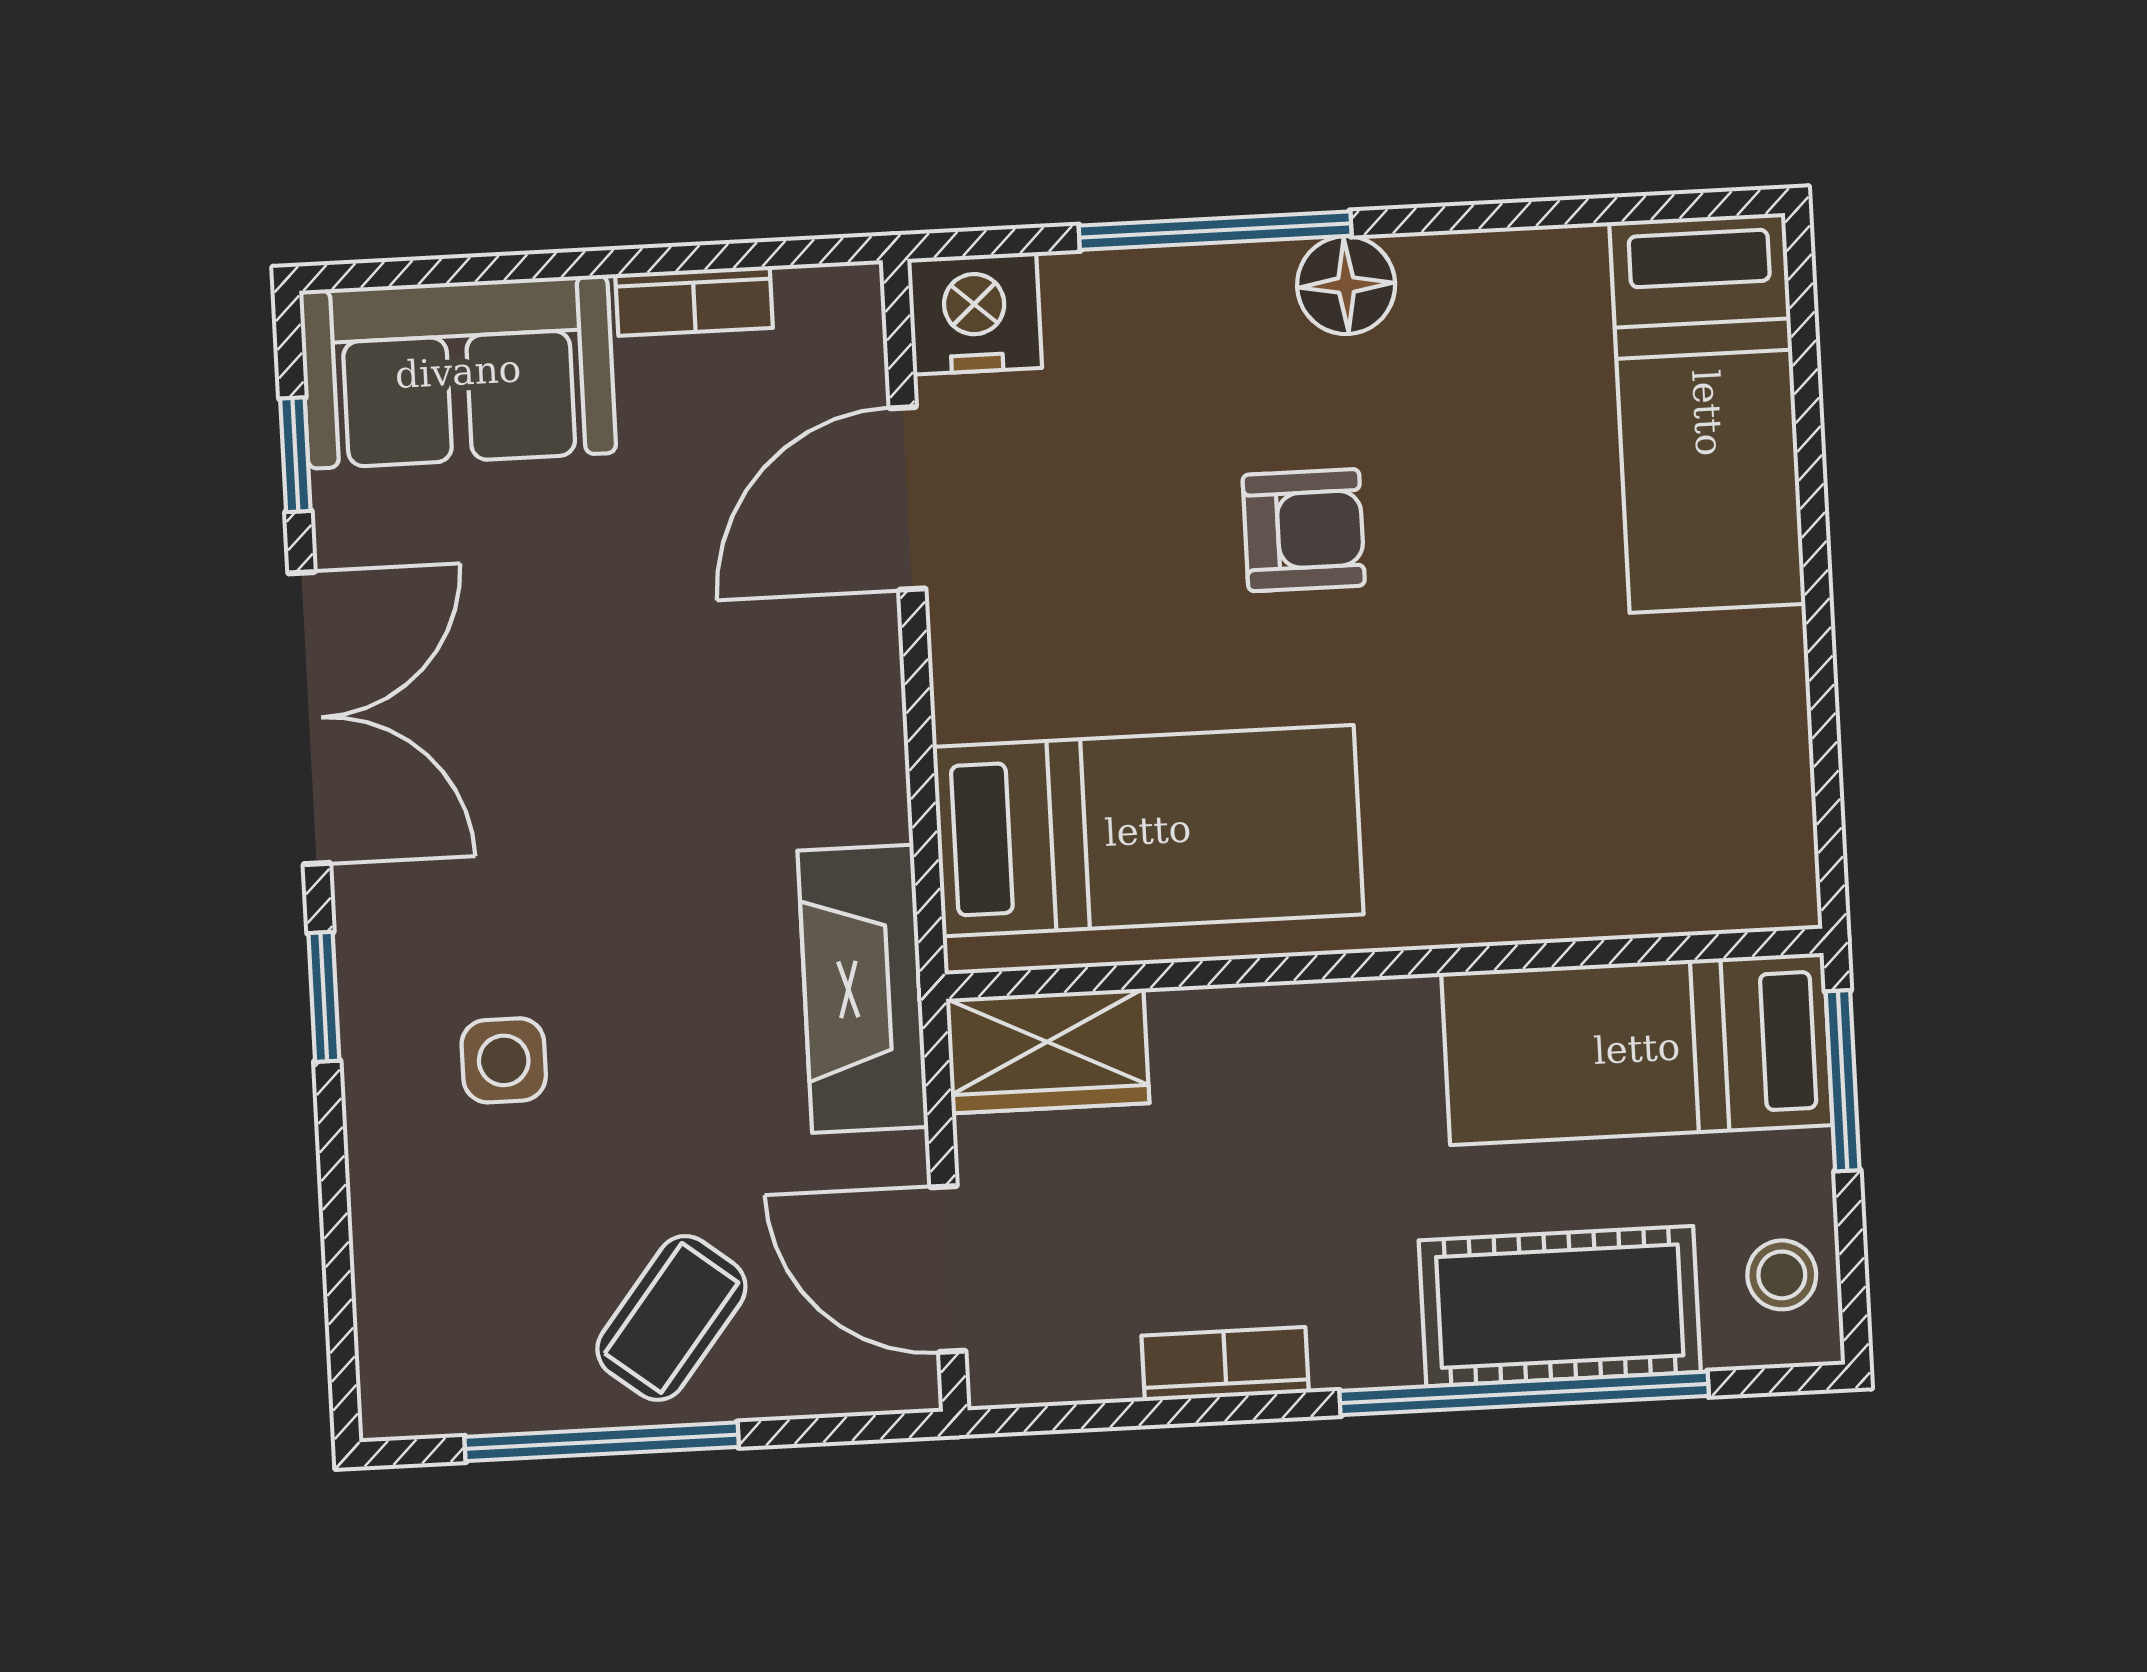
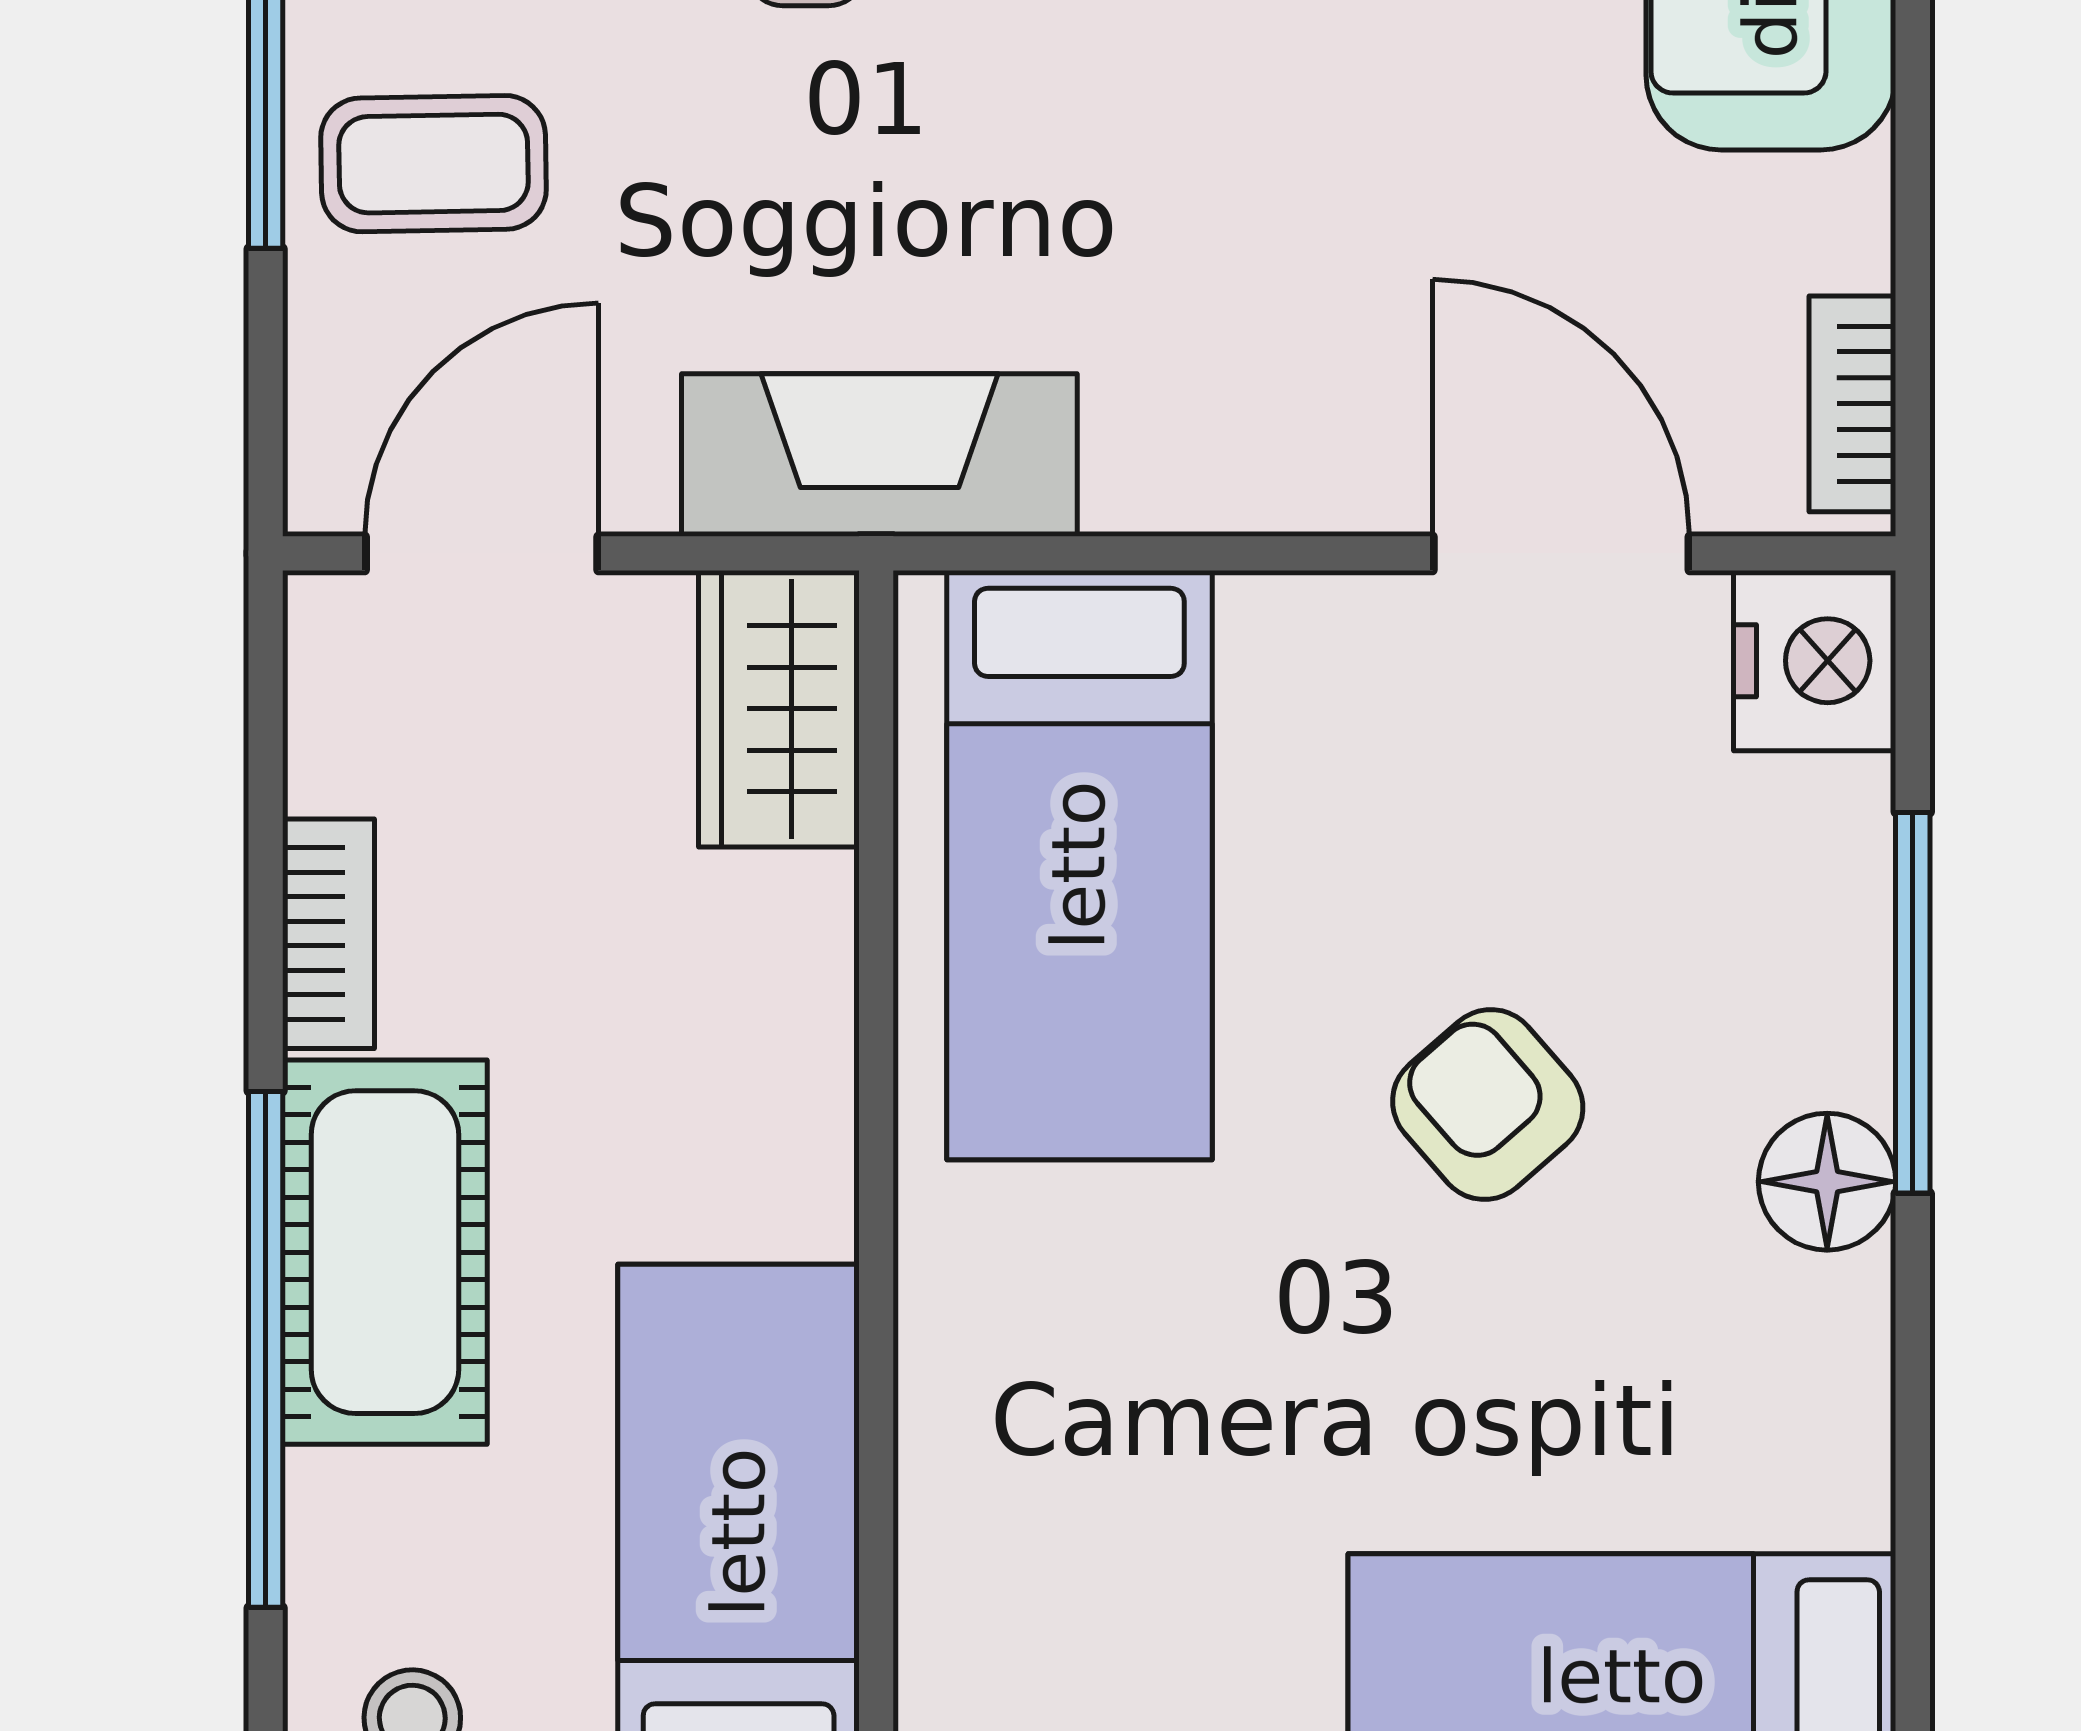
bookcase: (694, 301) -> (1852, 404), moved
armchair: (1304, 530) -> (1488, 1105), turned 139
cot: (1560, 1306) -> (385, 1252), moved
coffee table: (671, 1318) -> (433, 164), turned -39

